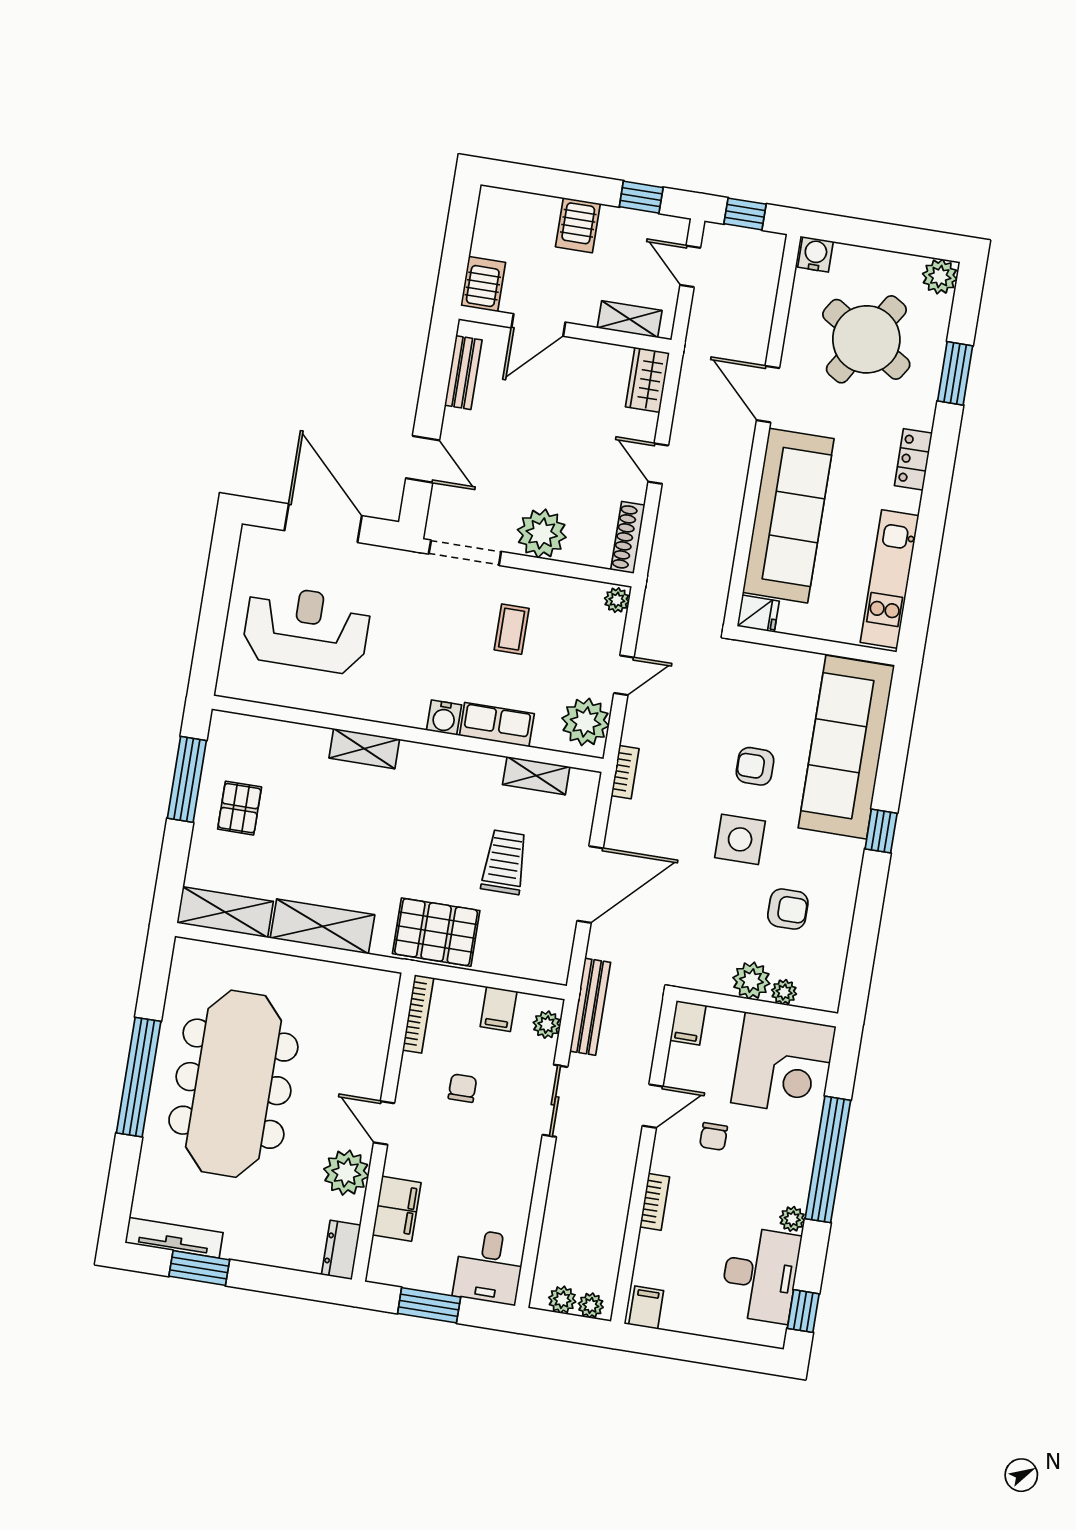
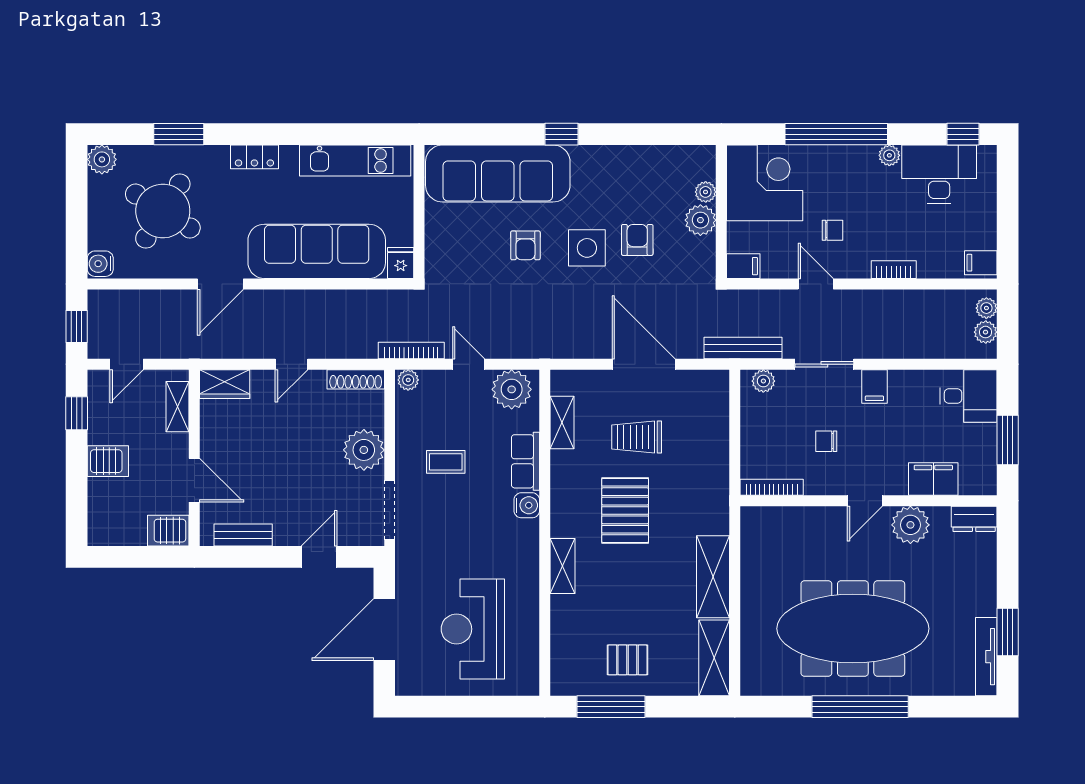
bookcase: (625, 772) -> (411, 350), moved, width x1.56
armchair: (788, 909) -> (637, 240), moved
pallet: (436, 932) -> (625, 510), moved
filing cabinet: (499, 1009) -> (874, 386), moved, turned 90

